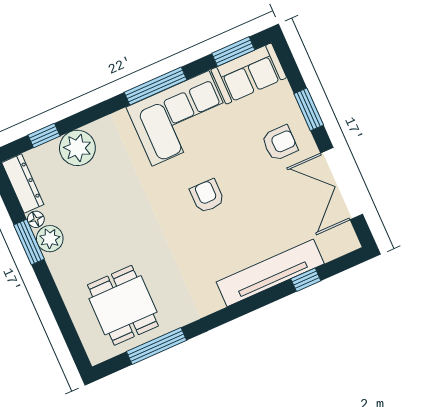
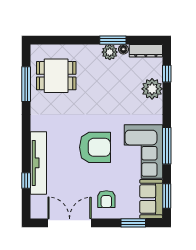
window: (309, 109) -> (133, 223), moved
armchair: (207, 196) -> (95, 147), width x1.88, depth x1.88

